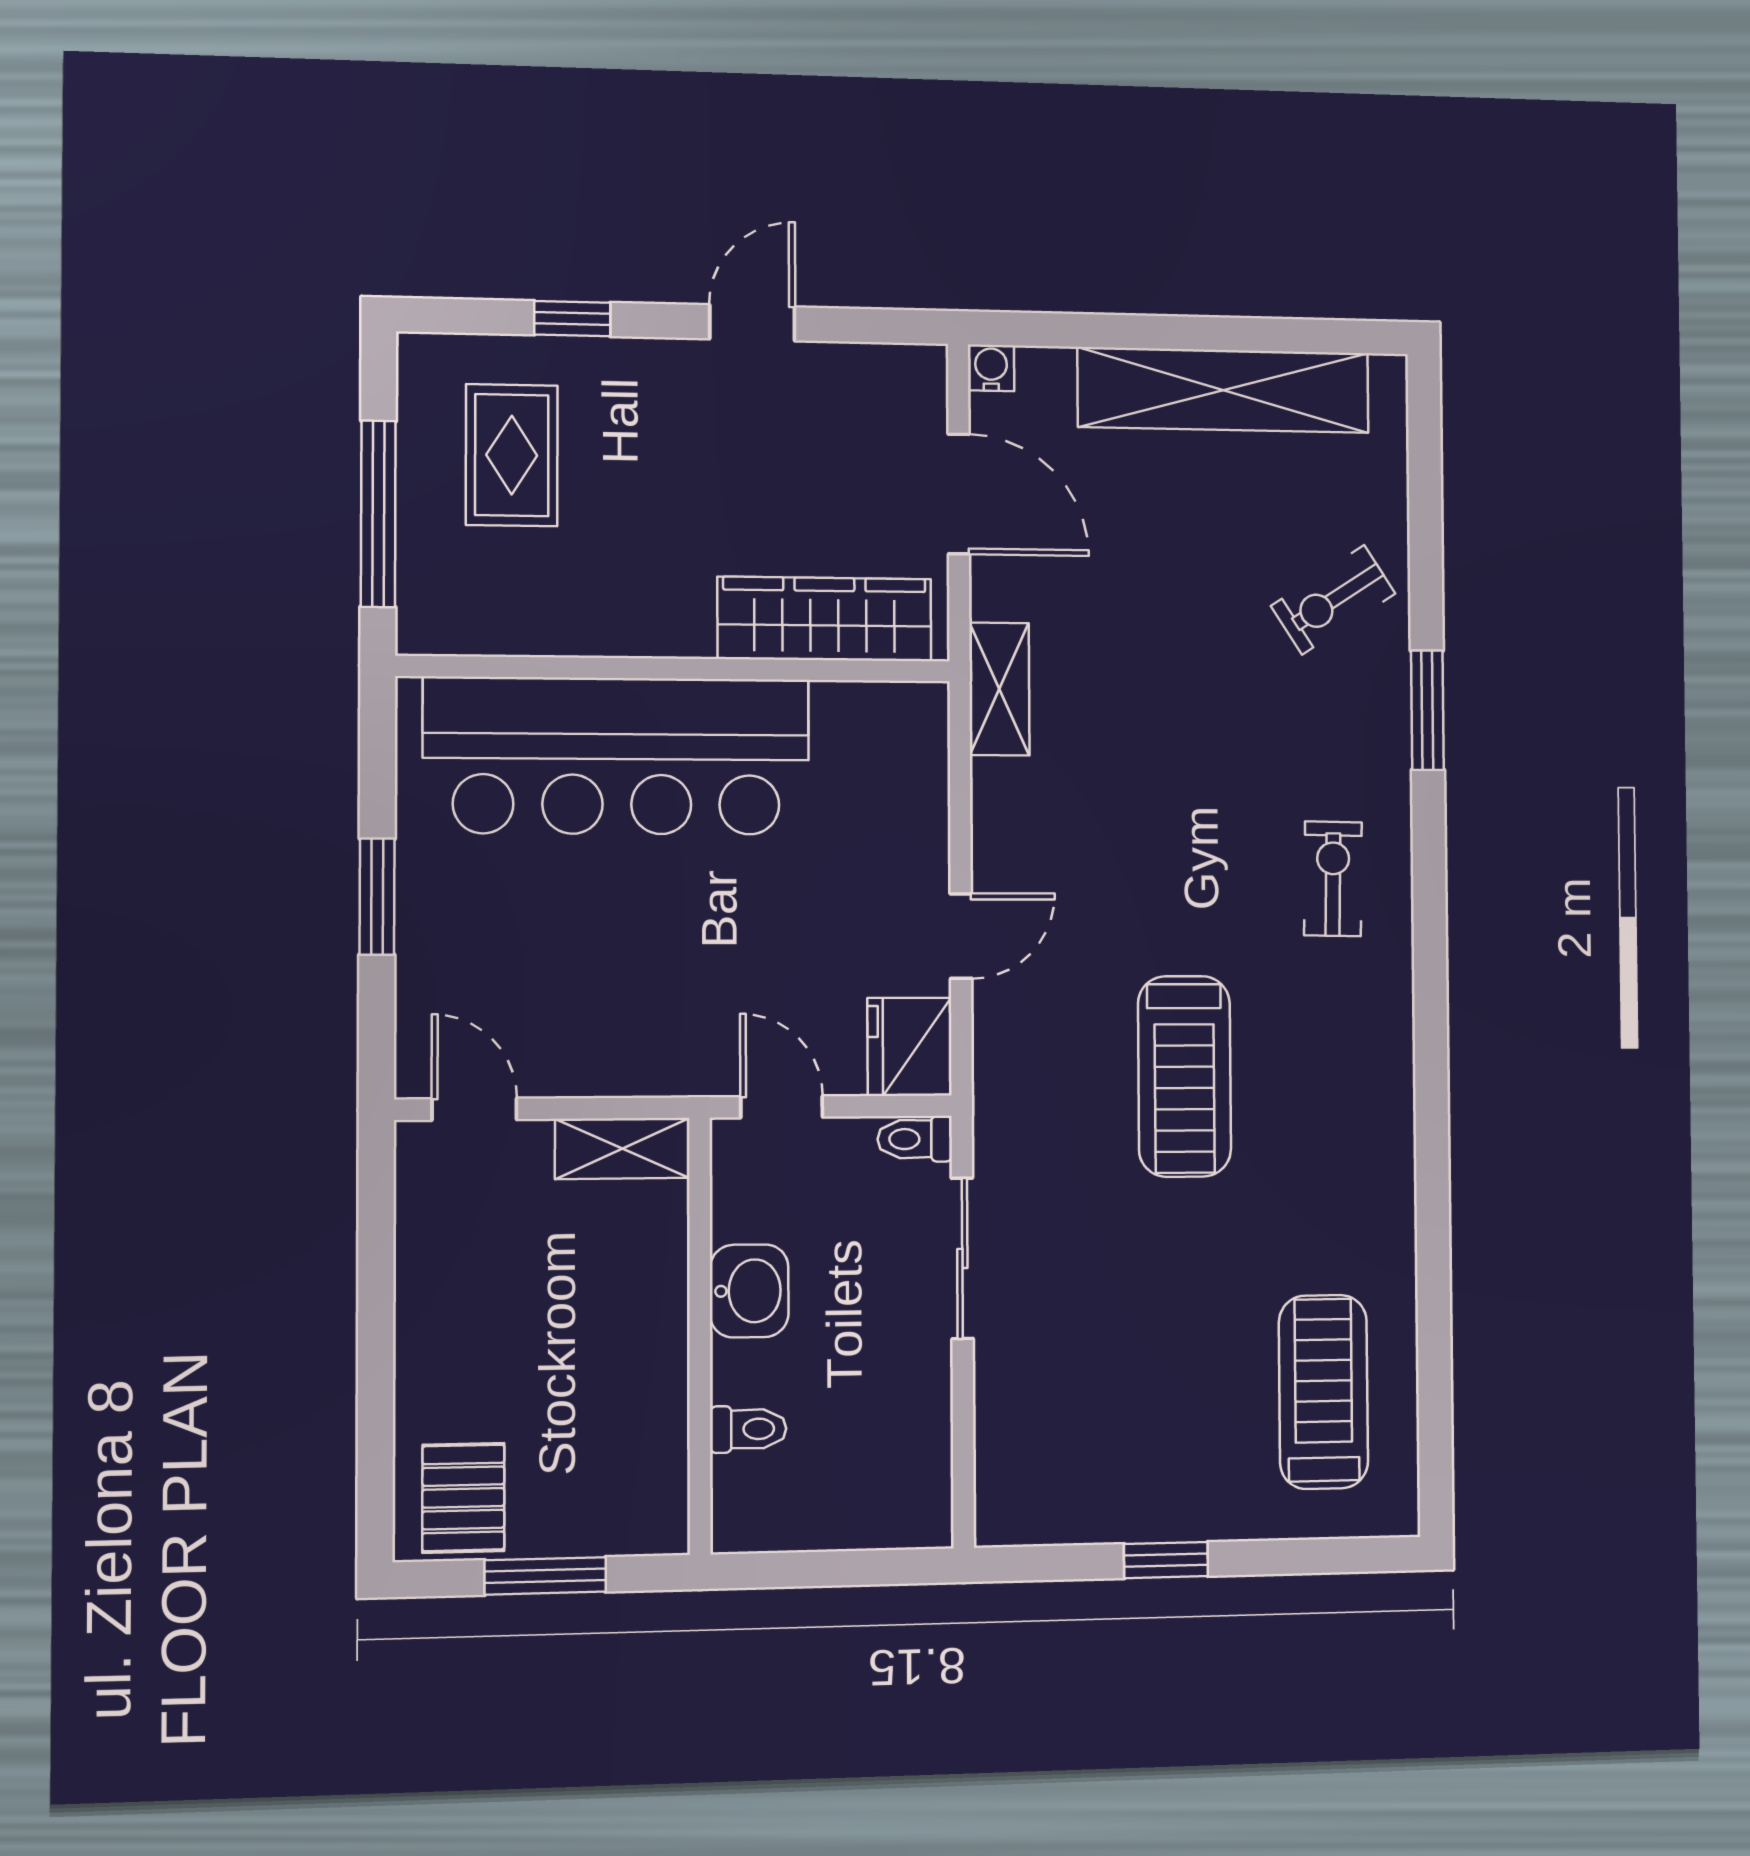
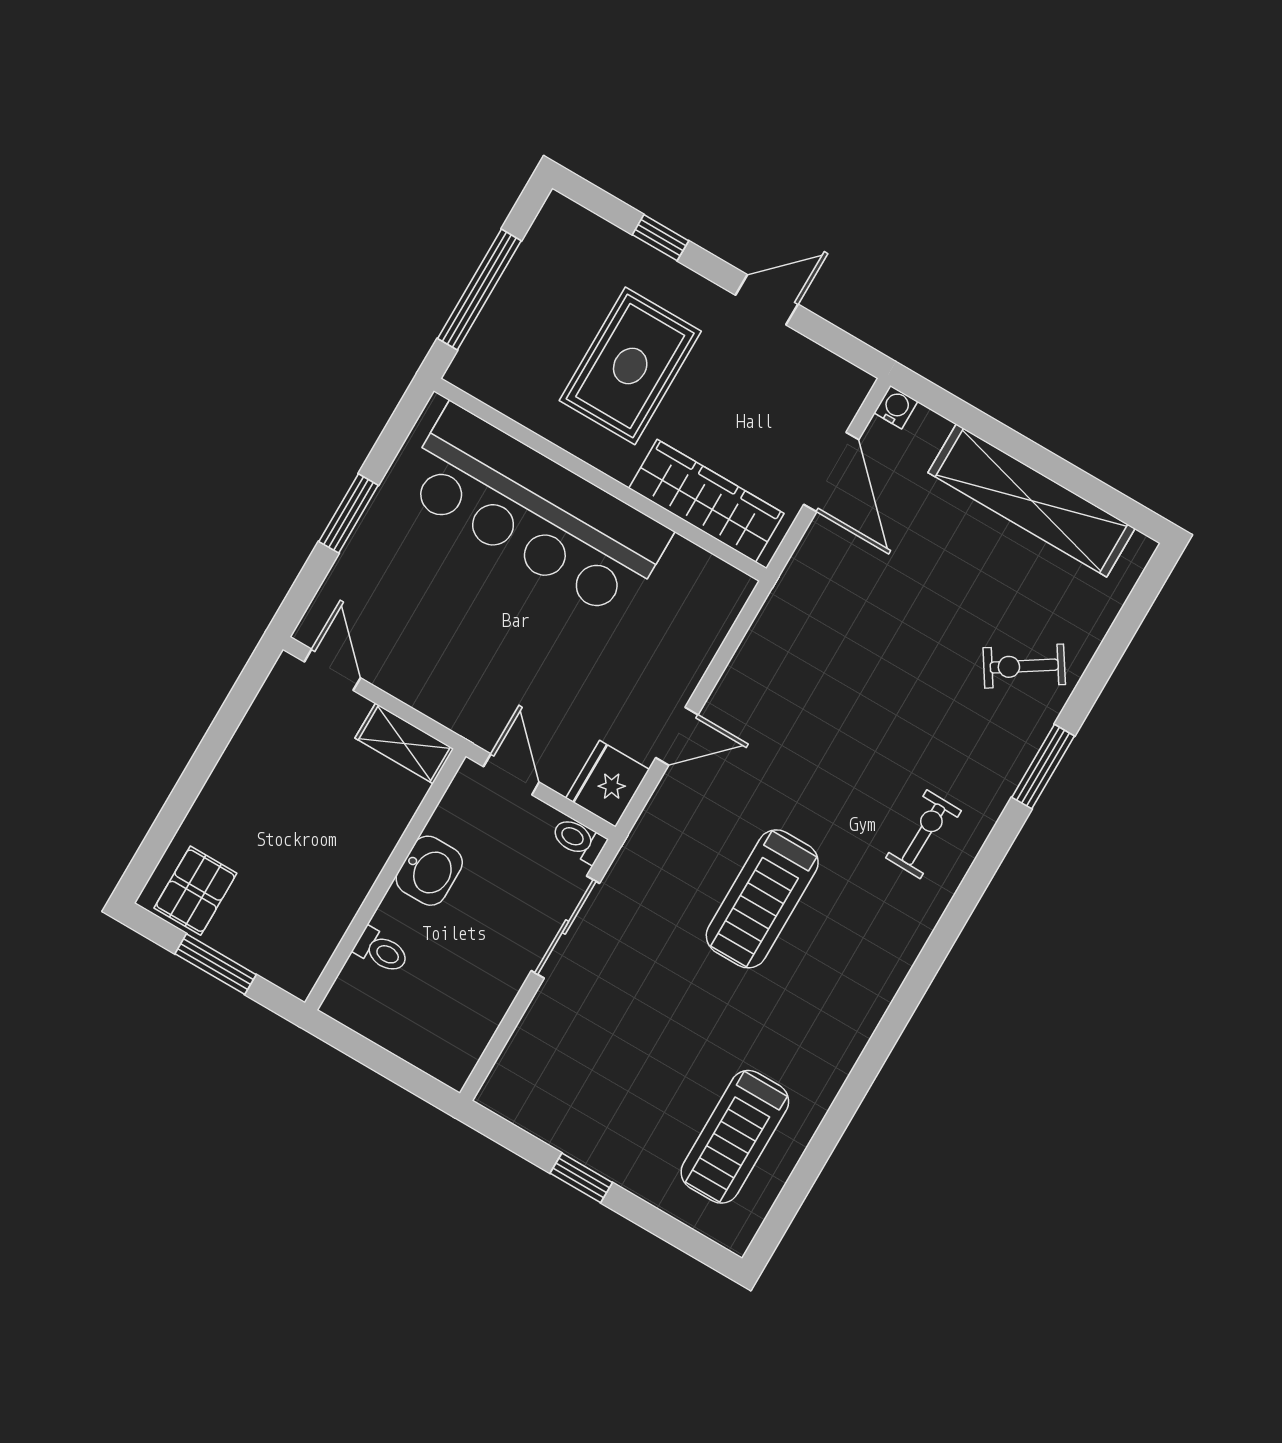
rug: (512, 455) -> (630, 366), moved, width x1.36, depth x1.43
shelving: (999, 689) -> (787, 603), removed
treadmill: (1323, 1392) -> (735, 1137), turned 180

